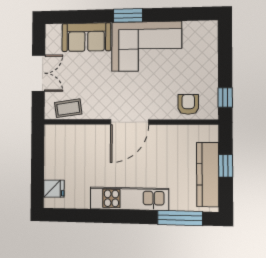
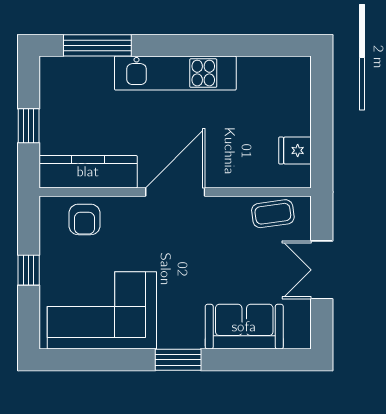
corner sofa: (147, 46) -> (102, 310), moved
window: (225, 97) -> (29, 270), moved
kitchen counter: (208, 175) -> (88, 172), moved, turned -90
fridge: (54, 189) -> (295, 150), moved

